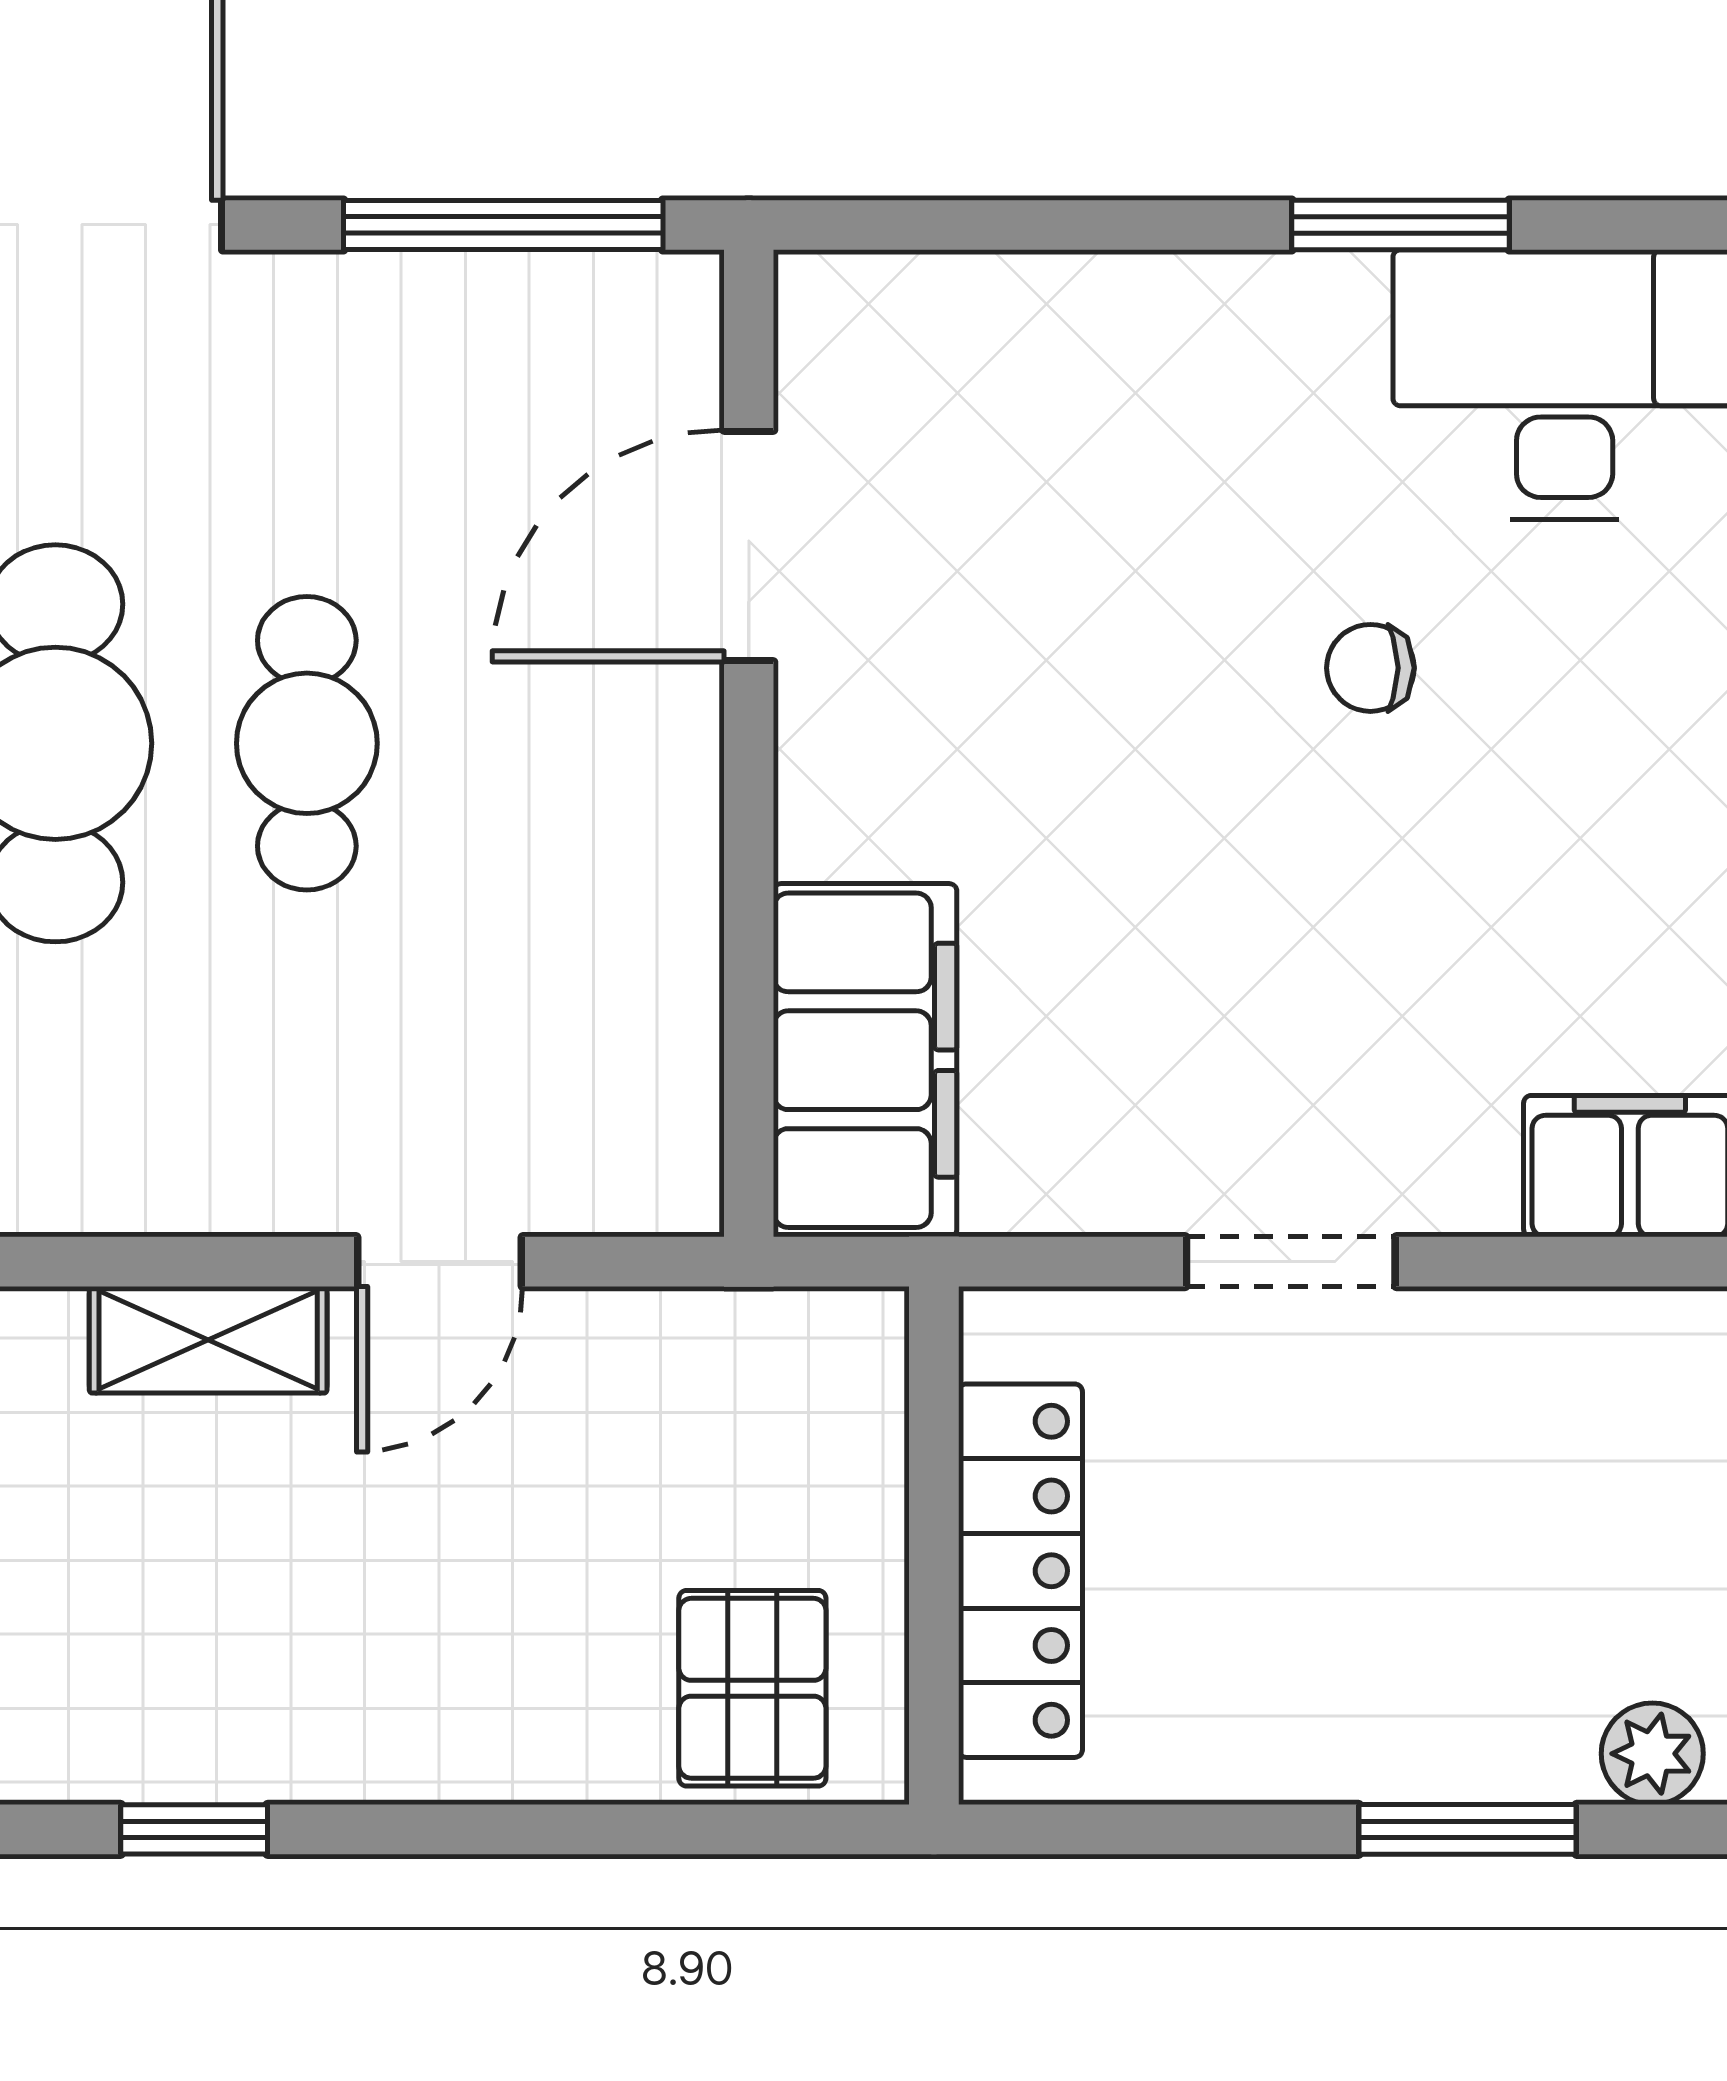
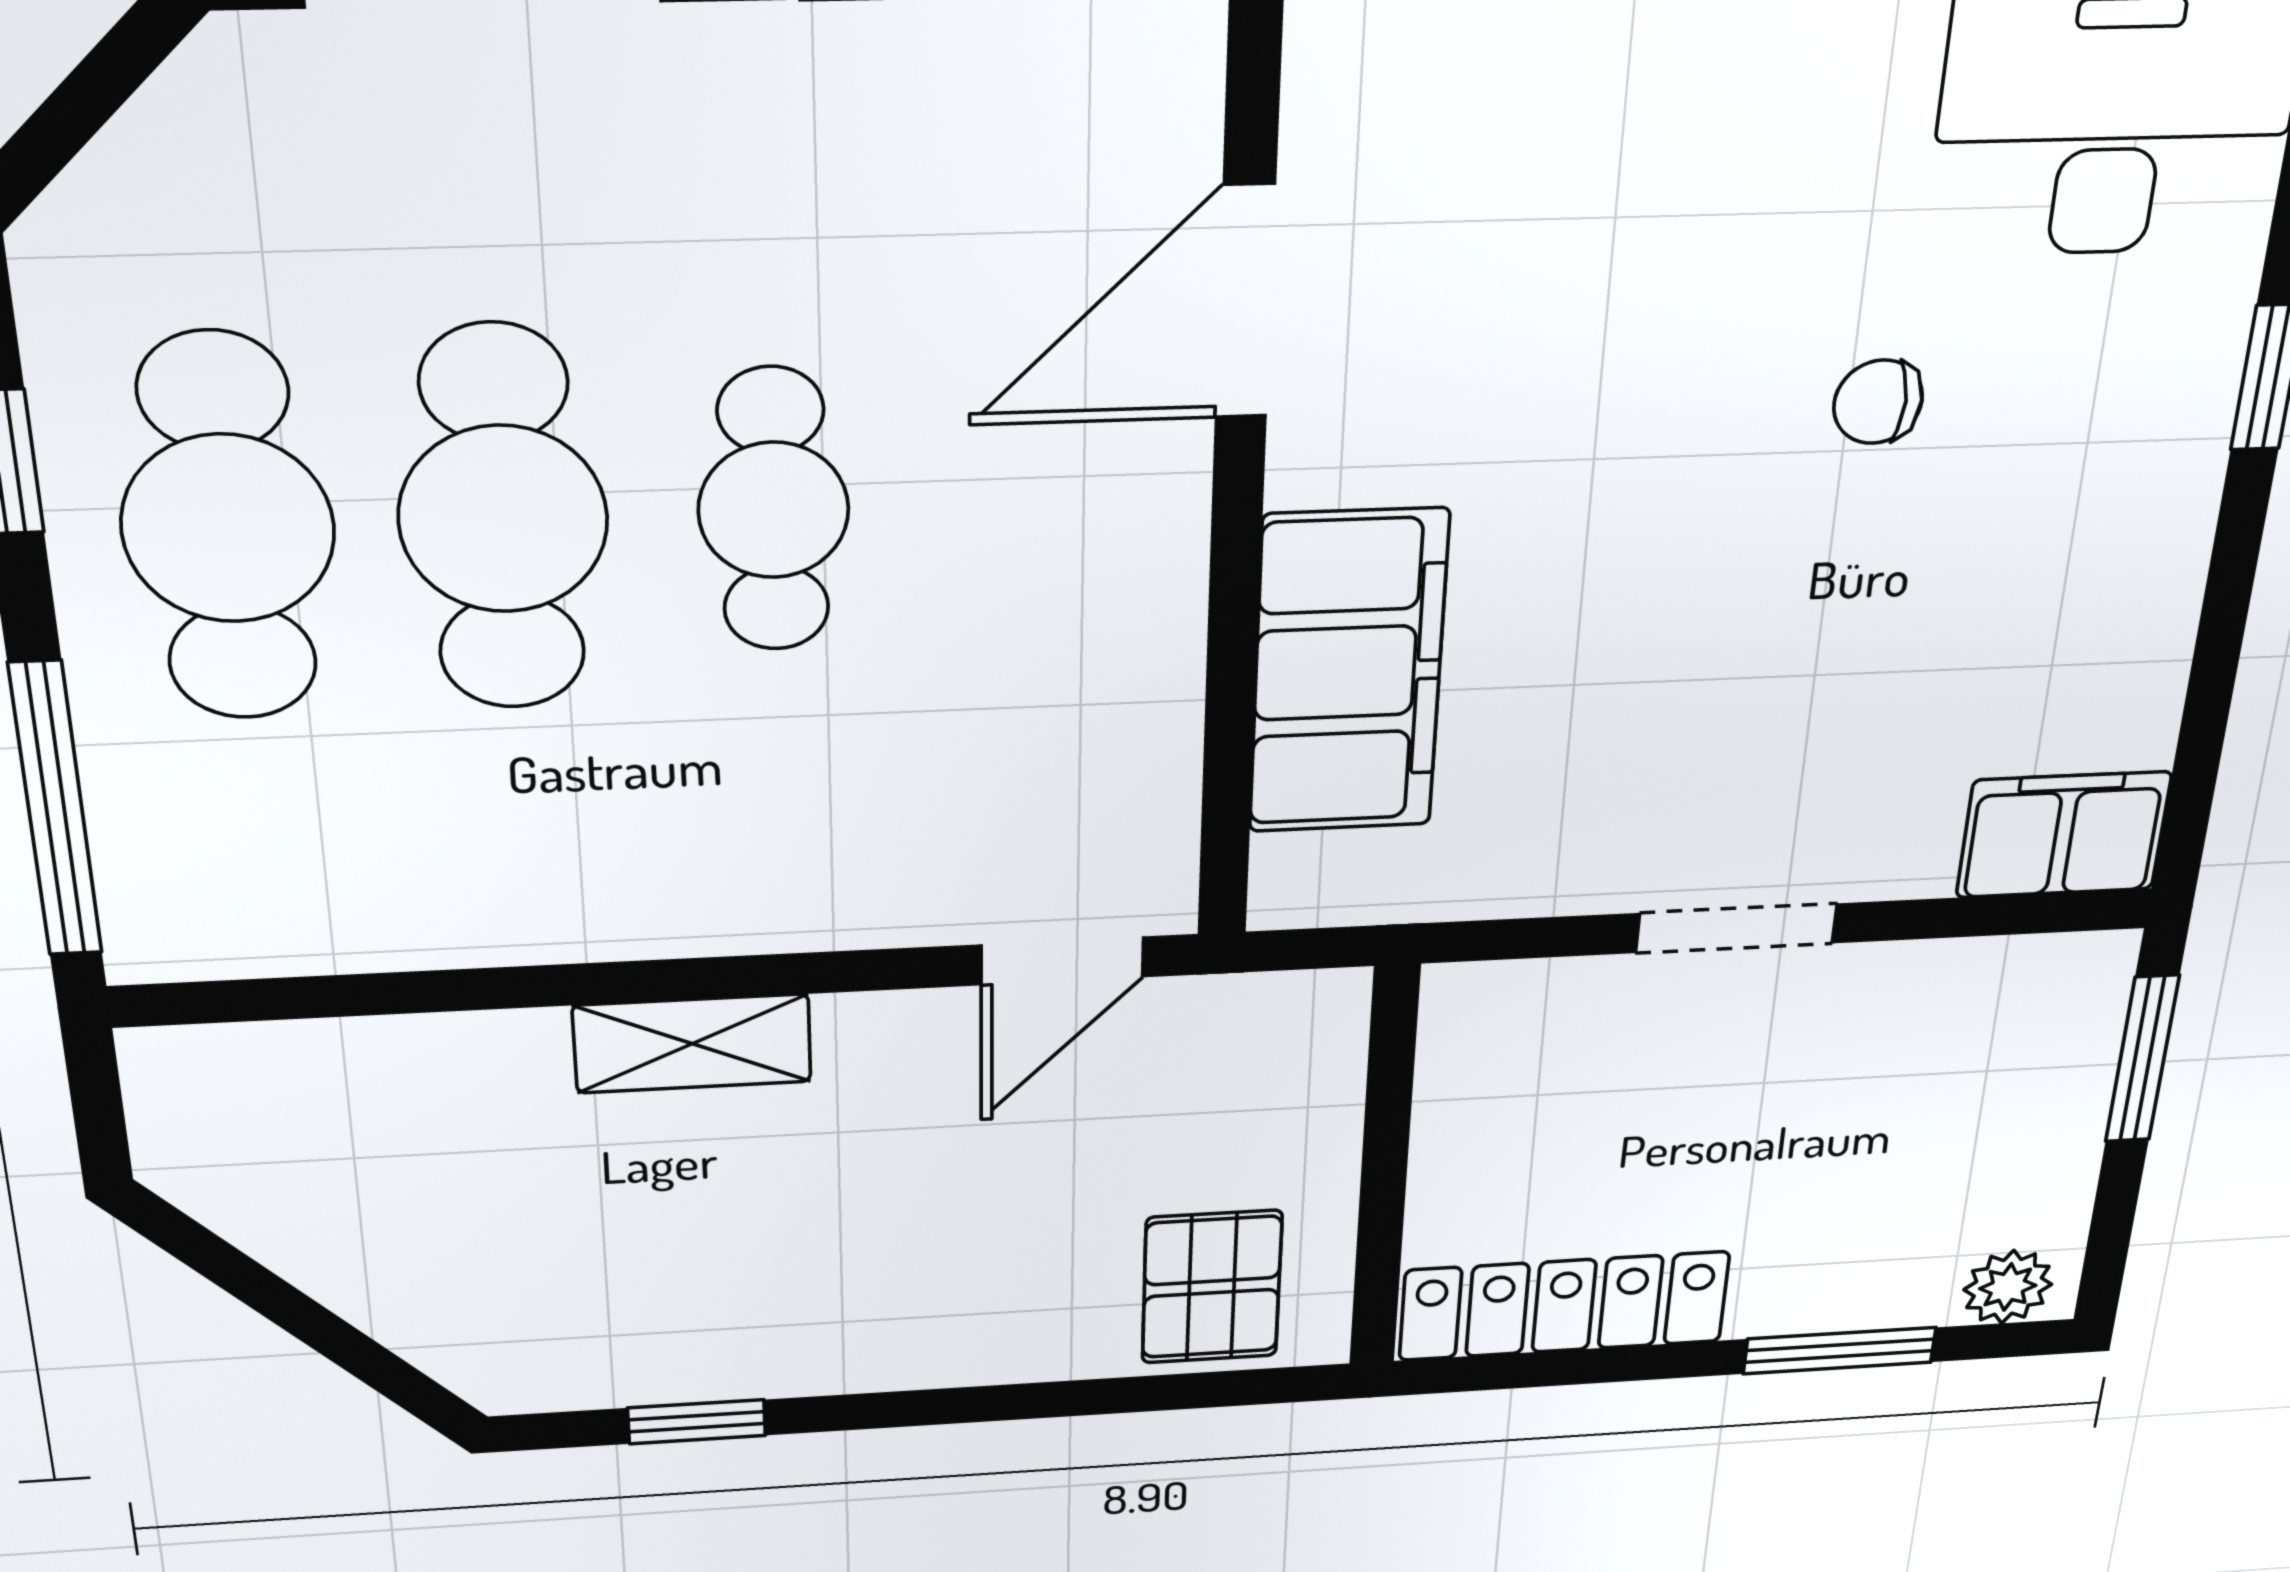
filing cabinet: (865, 1060) -> (1348, 672), moved
door: (439, 1262) -> (1062, 961), moved
locker: (1020, 1571) -> (1564, 1306), moved, turned -90

